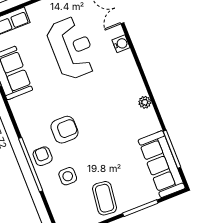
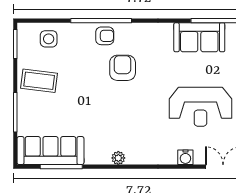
armchair: (64, 130) -> (123, 68), turned 180
side table: (68, 176) -> (49, 39), moved

